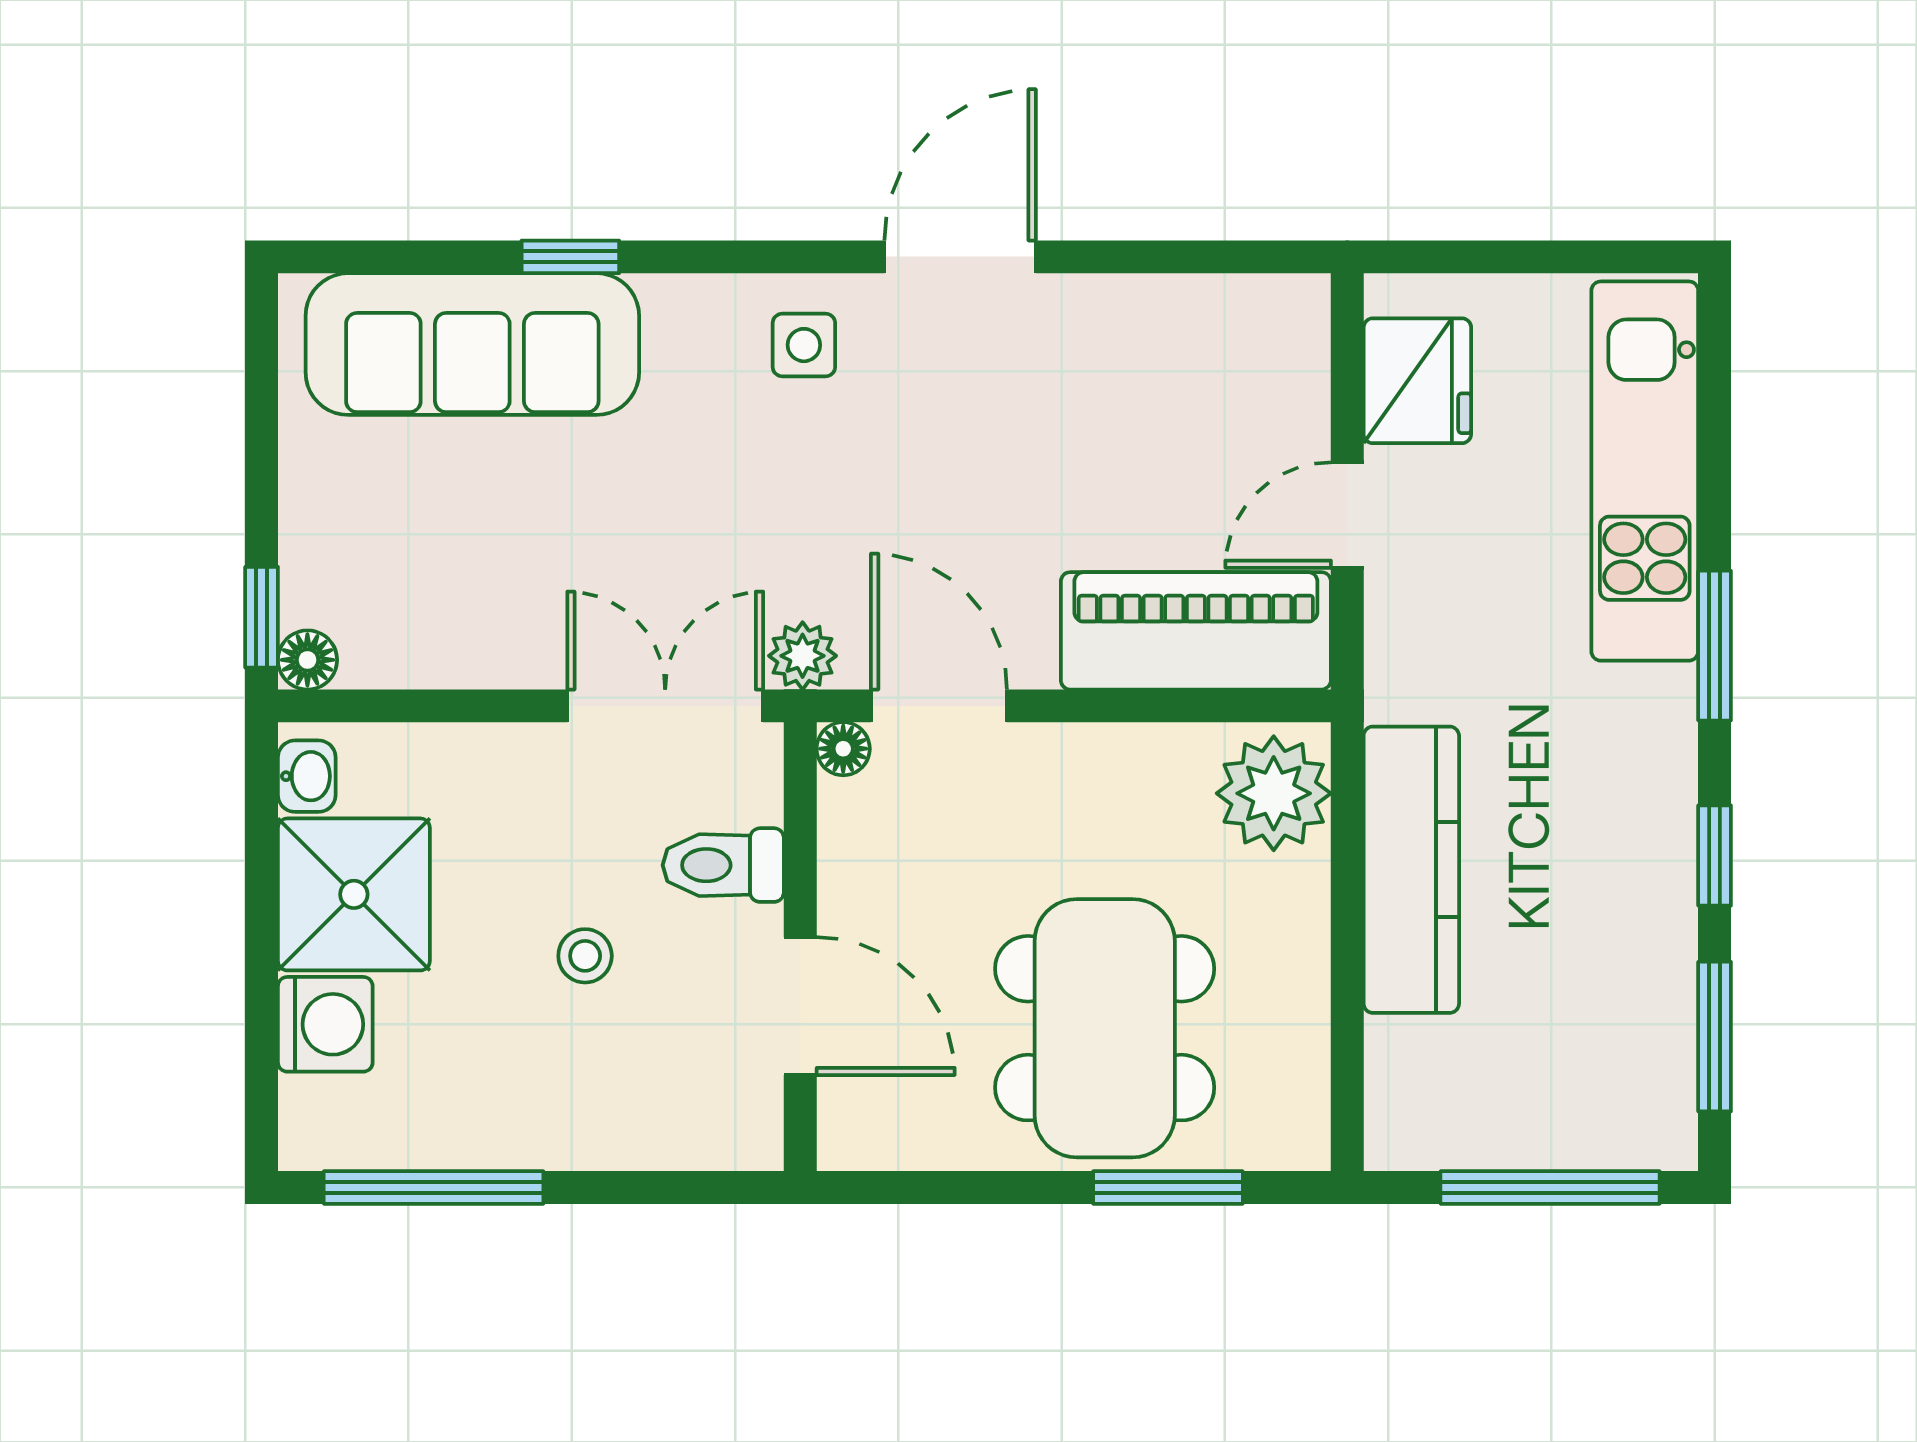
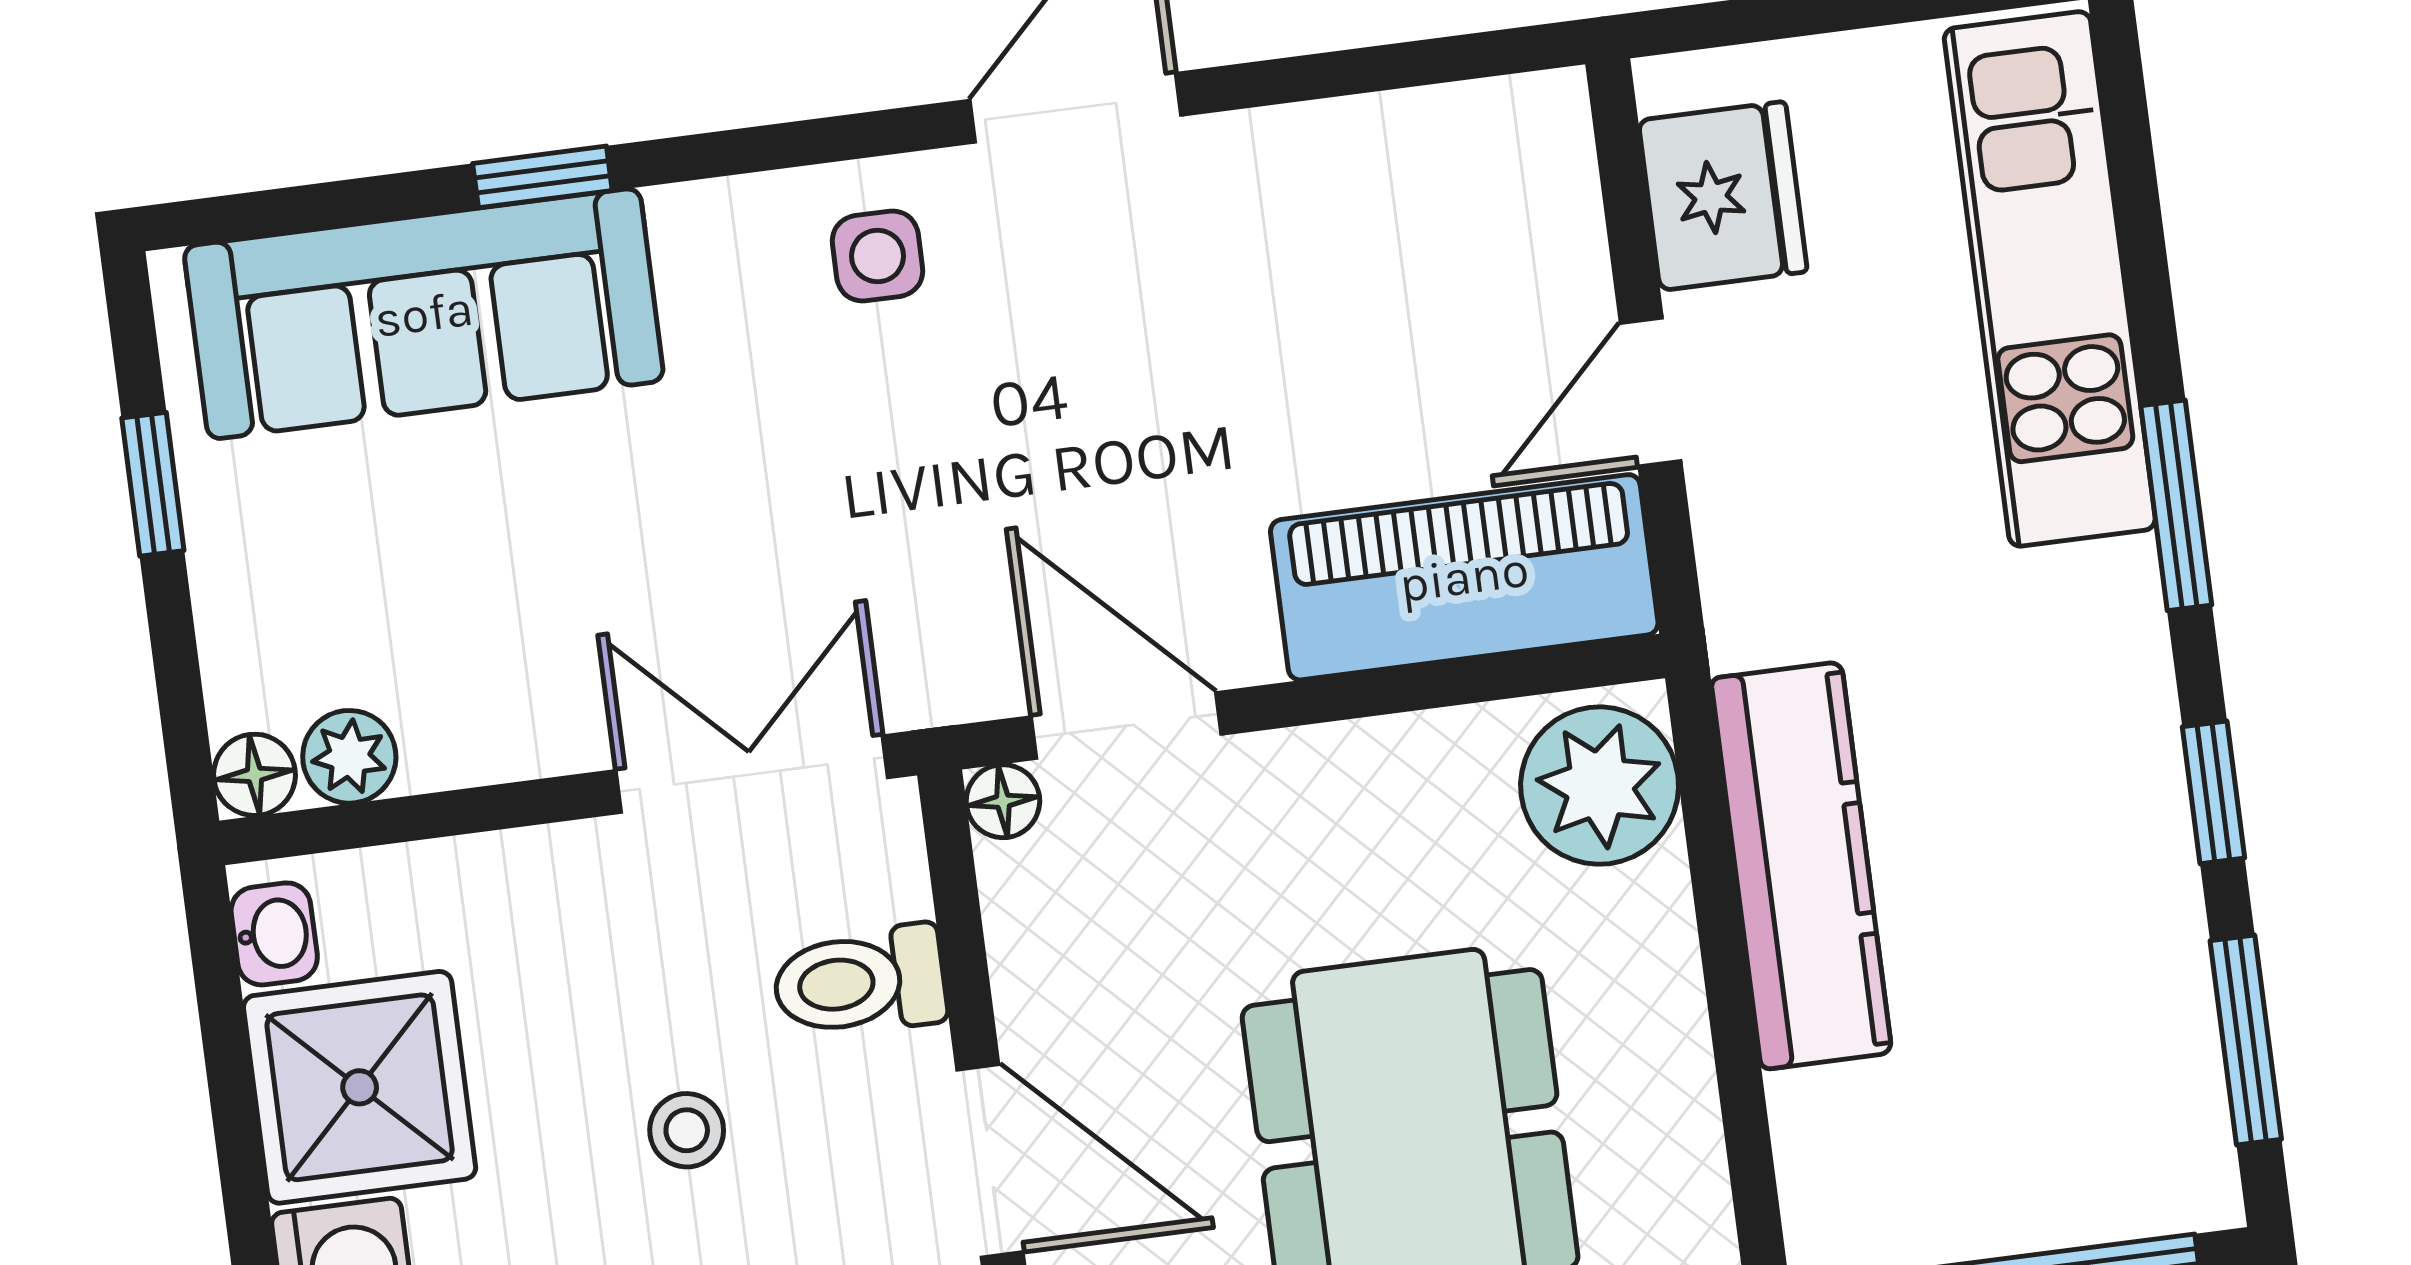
window: (262, 617) -> (153, 484), moved
plant: (803, 656) -> (349, 757), moved

